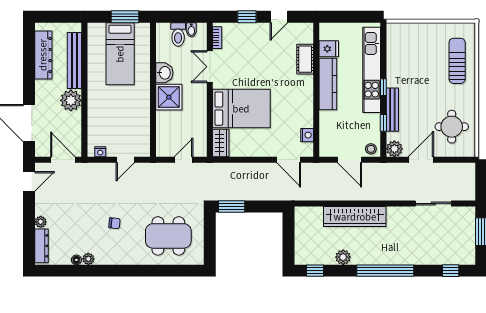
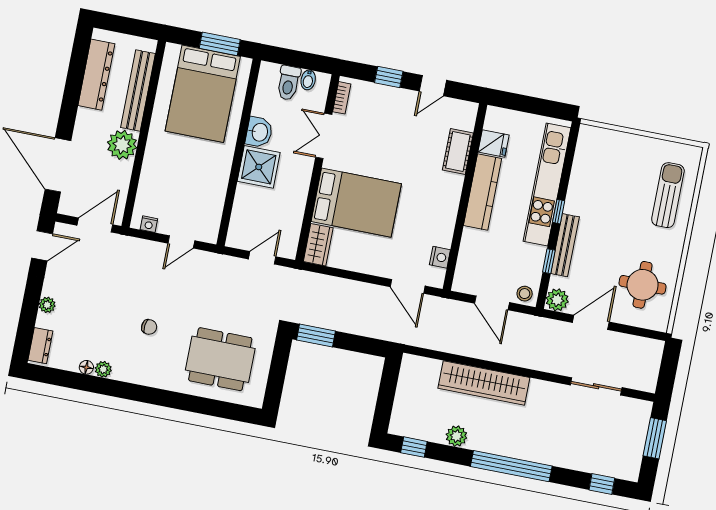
bed: (120, 54) -> (203, 94), width x1.50
door: (63, 160) -> (95, 225), hinge flipped
dresser: (41, 246) -> (40, 346), width x0.70

